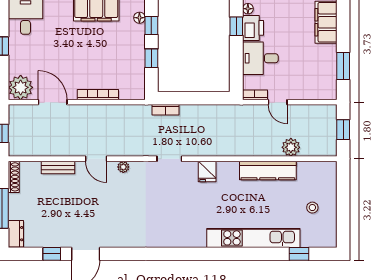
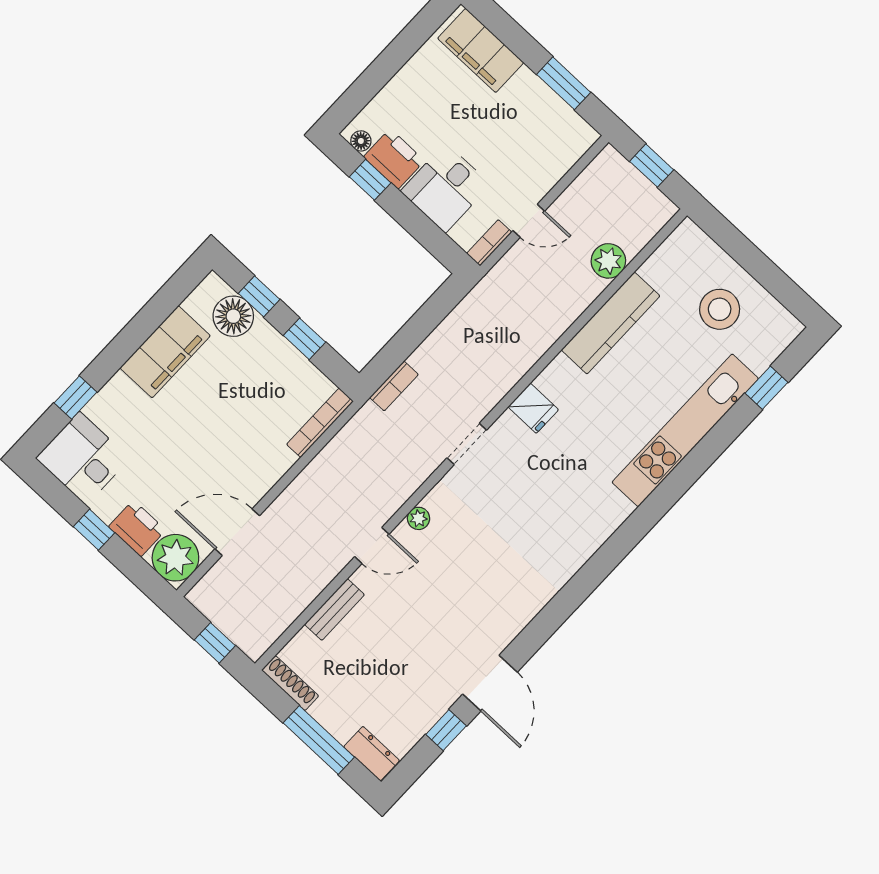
floor lamp: (139, 18) -> (233, 316), width x1.89, depth x1.89
printer: (18, 62) -> (137, 528), added
bookcase: (98, 95) -> (320, 423), moved
stool: (312, 208) -> (720, 309), width x1.89, depth x1.89

